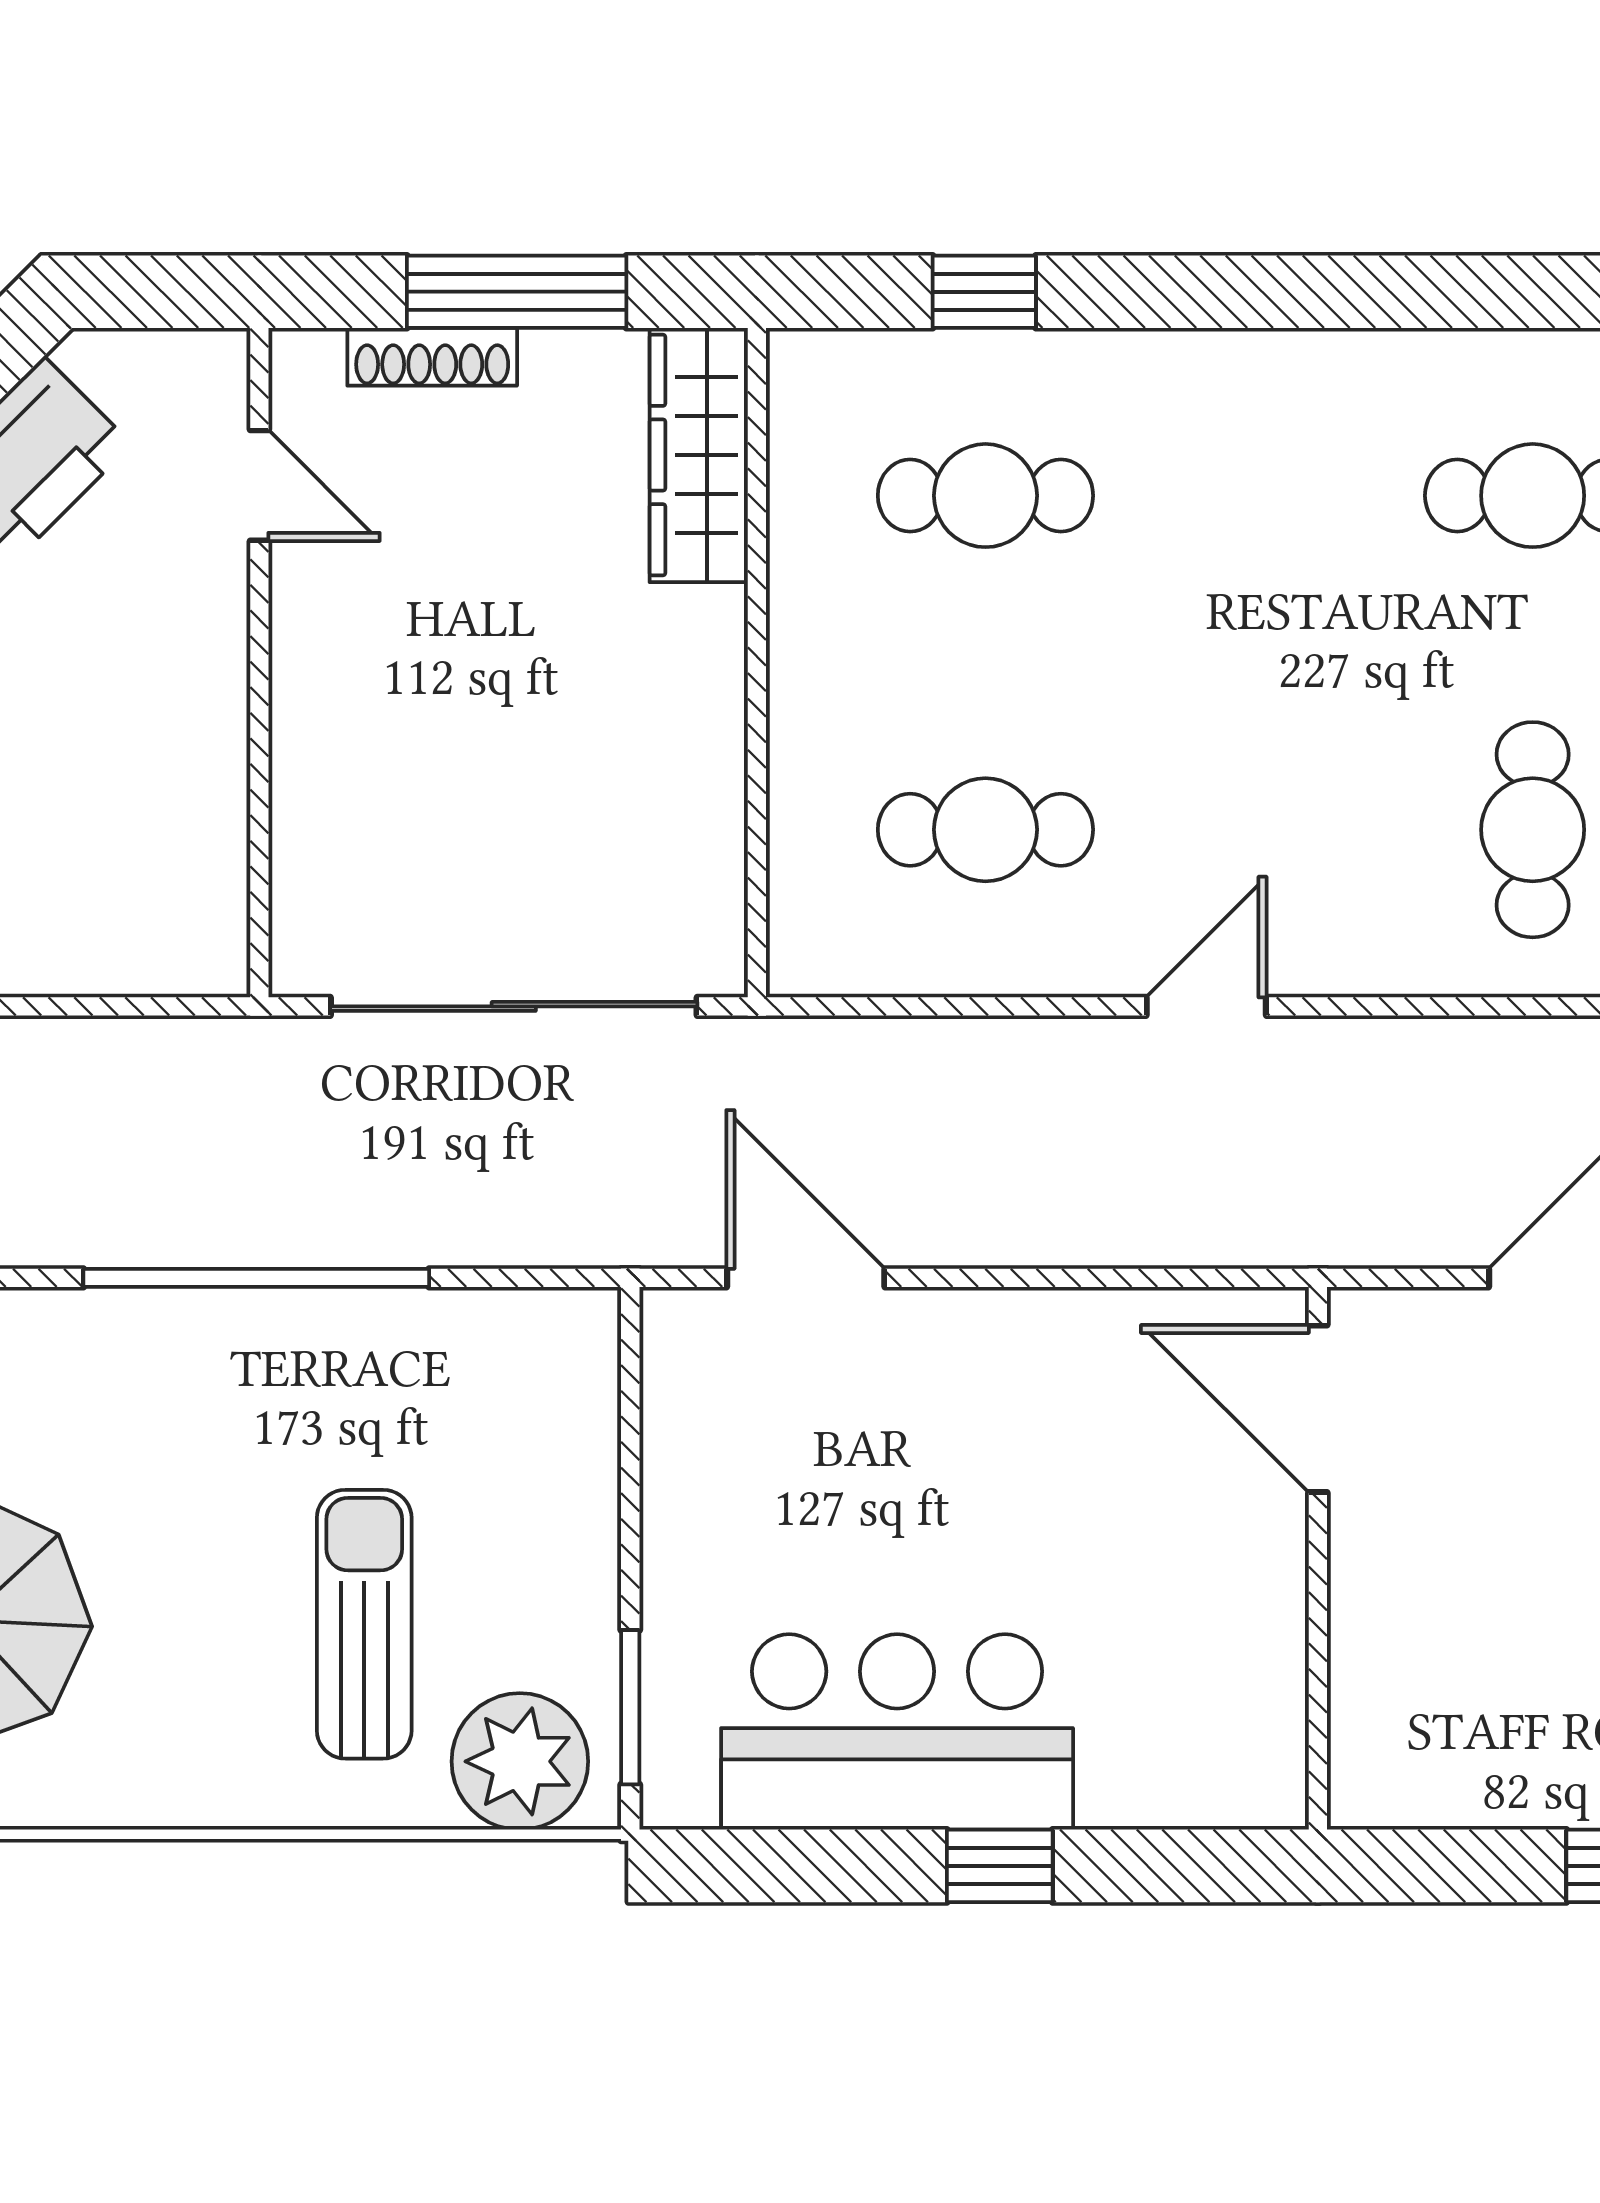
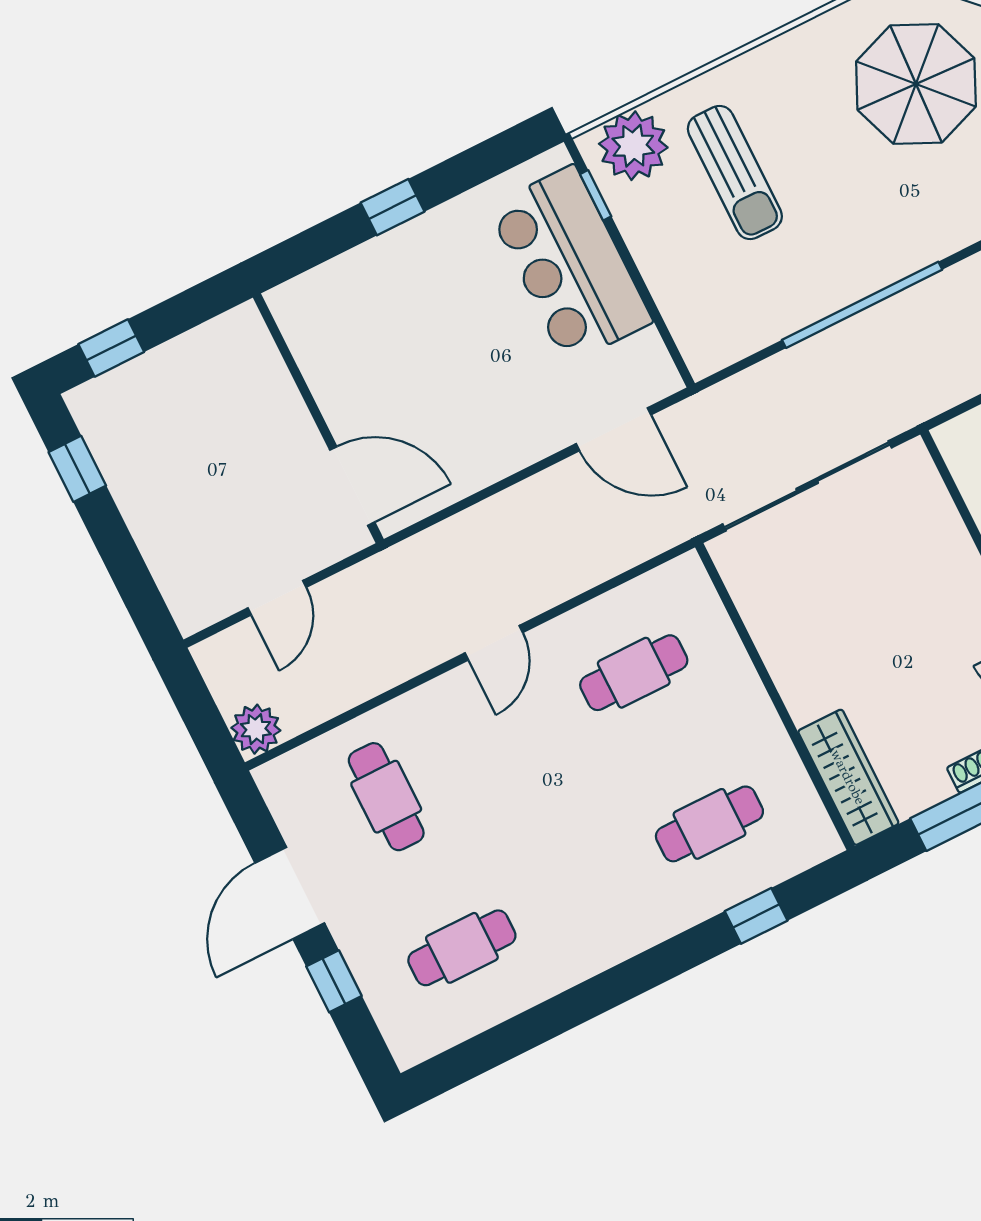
window: (630, 1707) -> (596, 195), width x0.67
bar counter: (897, 1732) -> (570, 265), moved, turned 90

